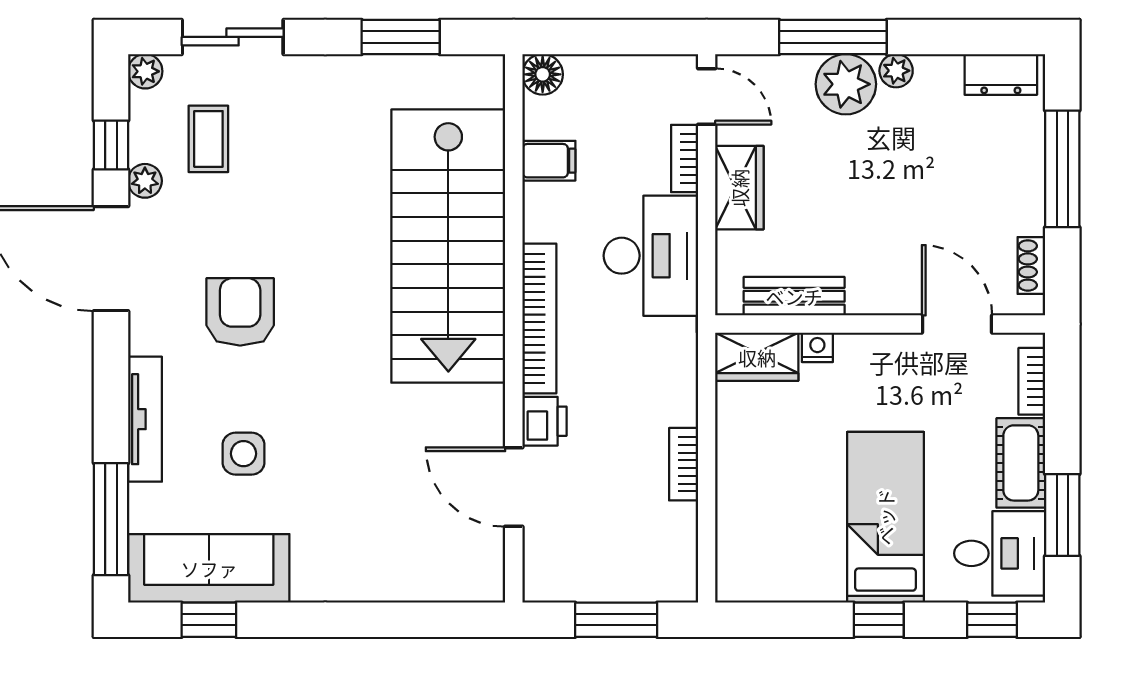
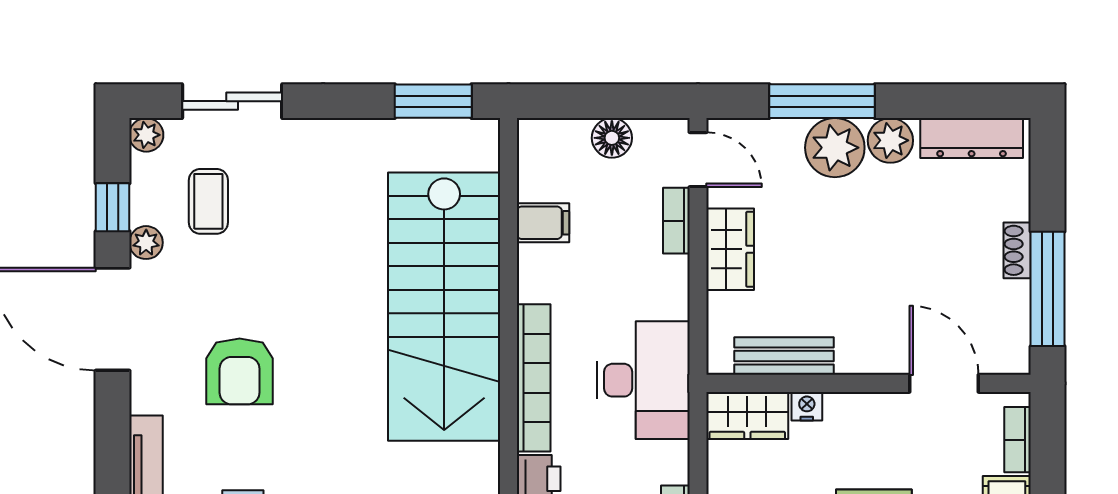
window: (401, 37) -> (433, 101), moved
plant: (896, 71) -> (890, 140), width x1.38, depth x1.38
floor lamp: (543, 74) -> (612, 138), moved
dresser: (1001, 74) -> (972, 138), width x1.44
window: (1062, 169) -> (1048, 289), moved
desk: (651, 256) -> (643, 380), moved
shoe rack: (1031, 265) -> (1017, 250), moved
armchair: (240, 312) -> (240, 371), turned 180

